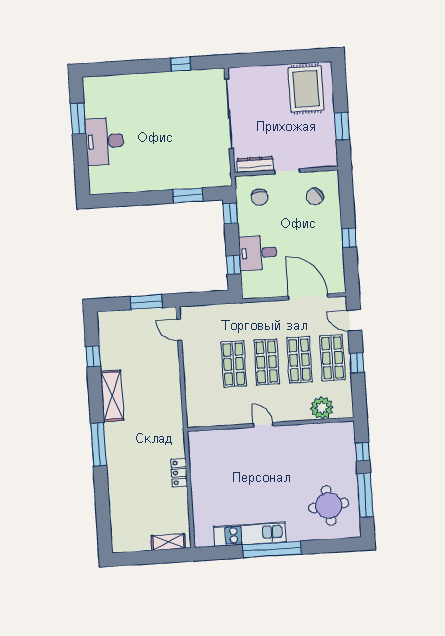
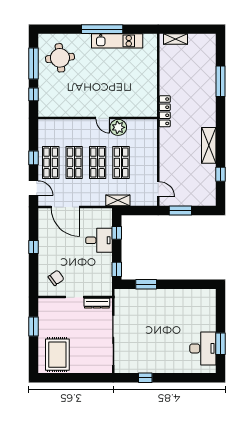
desk: (104, 141) -> (203, 348), moved
chair: (260, 197) -> (95, 280), removed
shelving: (235, 311) -> (118, 200), added
plant: (322, 408) -> (118, 127), moved
window: (99, 444) -> (221, 81), moved
locker: (179, 473) -> (165, 111), moved, width x1.53

